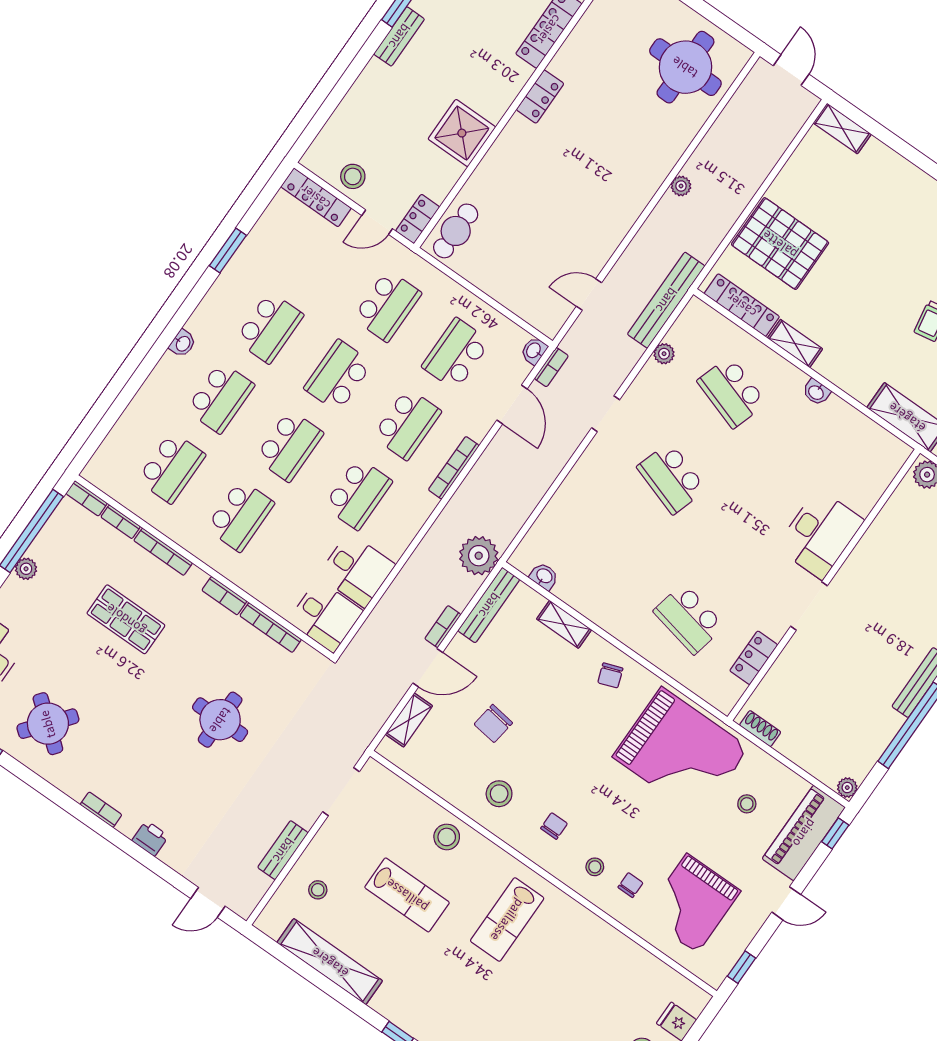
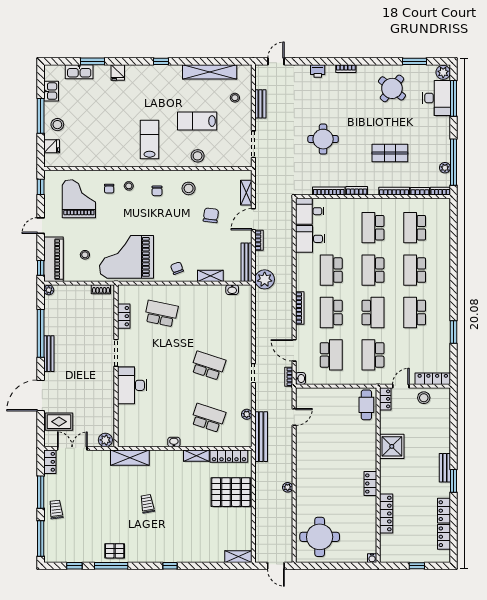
washbasin: (183, 343) -> (445, 281), removed
plant: (26, 569) -> (445, 168), moved

